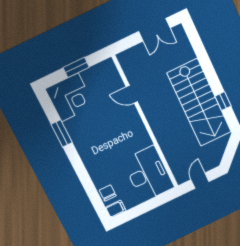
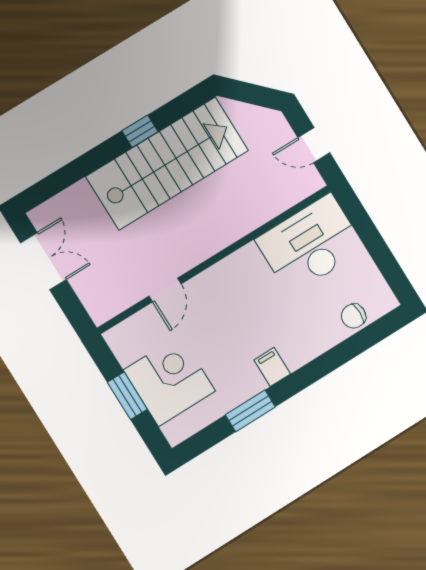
corner desk: (70, 97) -> (169, 380), moved
window: (223, 101) -> (140, 131), moved
filing cabinet: (116, 209) -> (272, 367), moved

